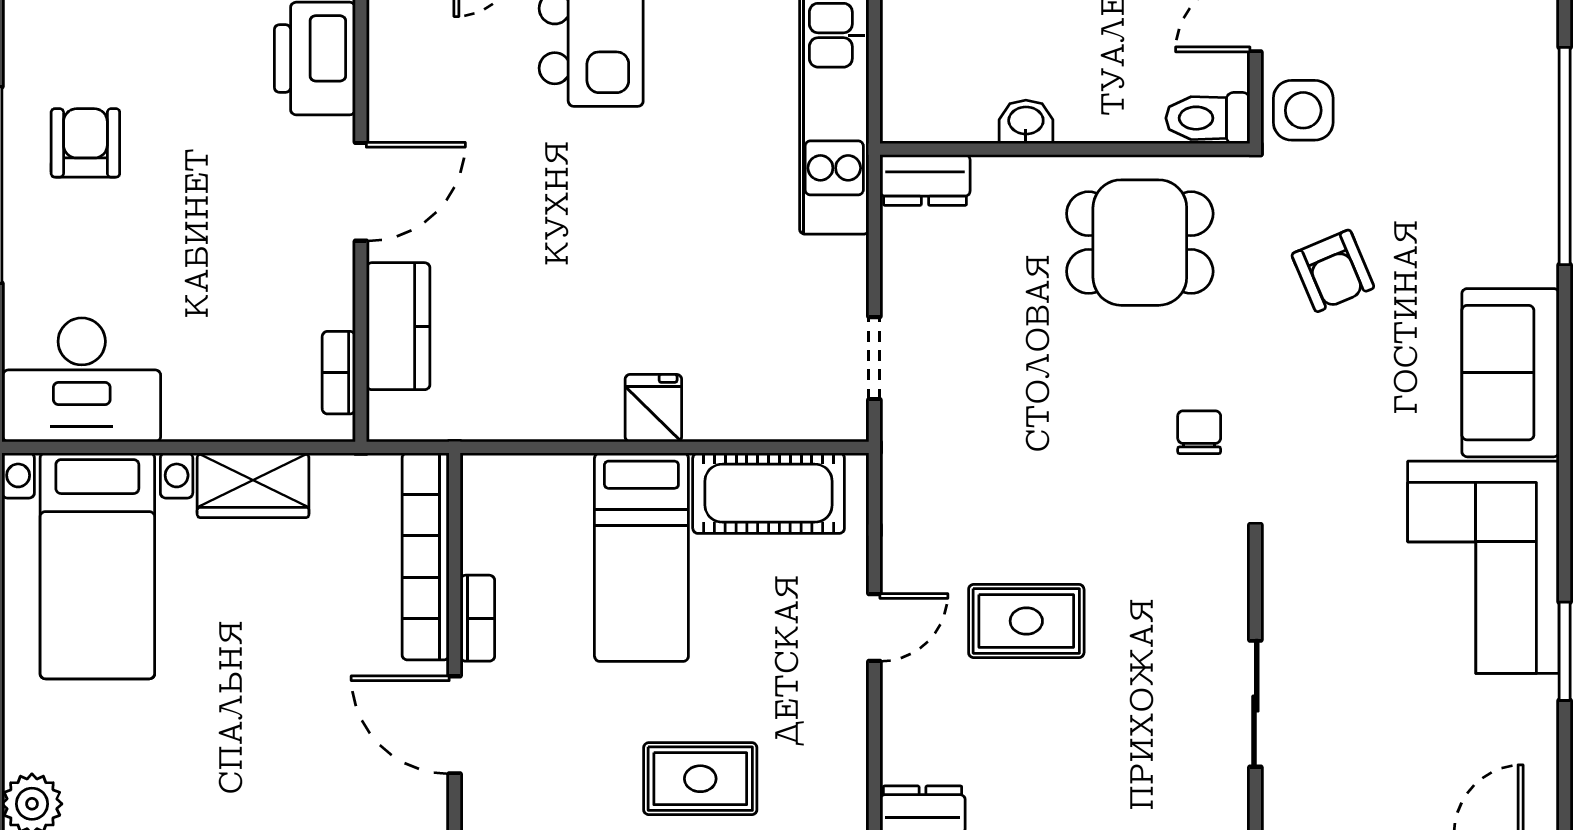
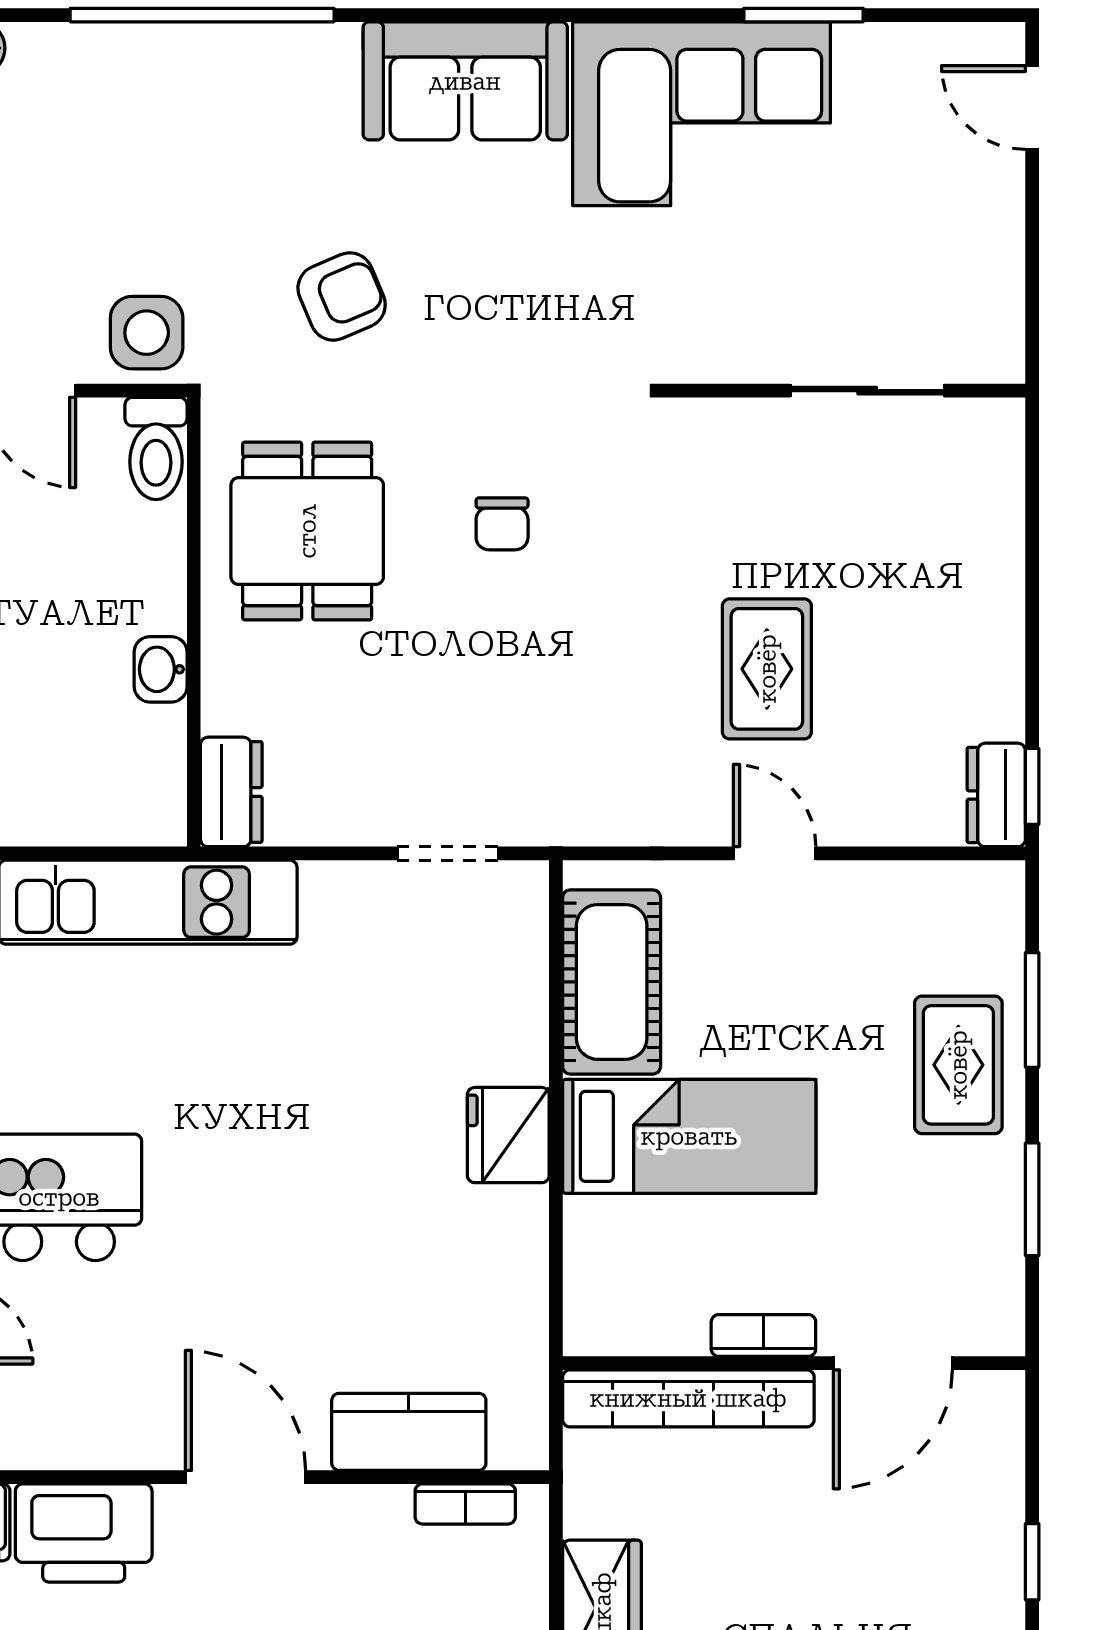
fridge: (653, 408) -> (508, 1135), width x1.38
chair: (1199, 432) -> (502, 524), moved, turned -90

